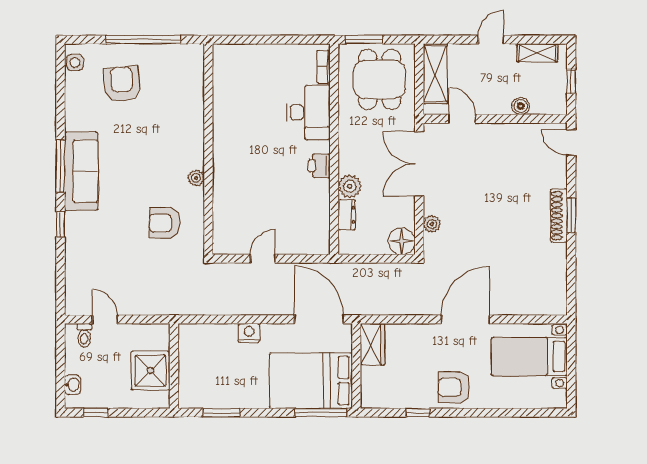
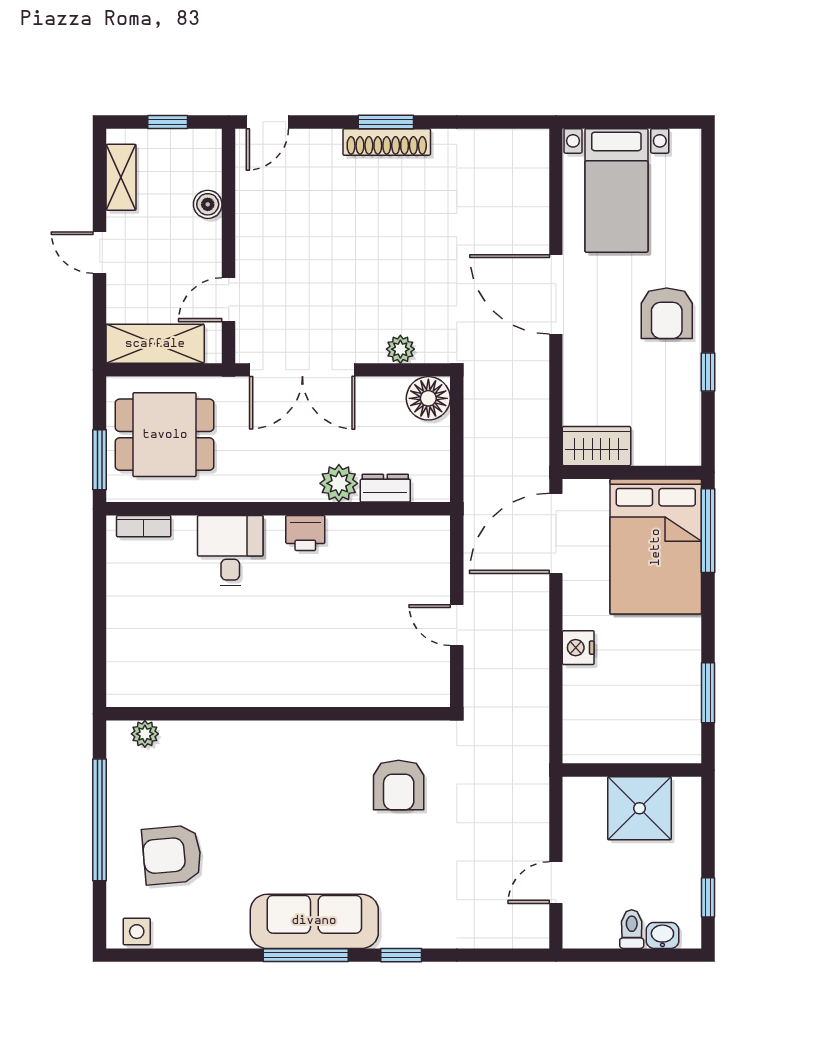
desk: (308, 112) -> (230, 551), width x0.73
plant: (196, 178) -> (145, 734), moved
toilet: (84, 335) -> (632, 929), moved, turned -90

